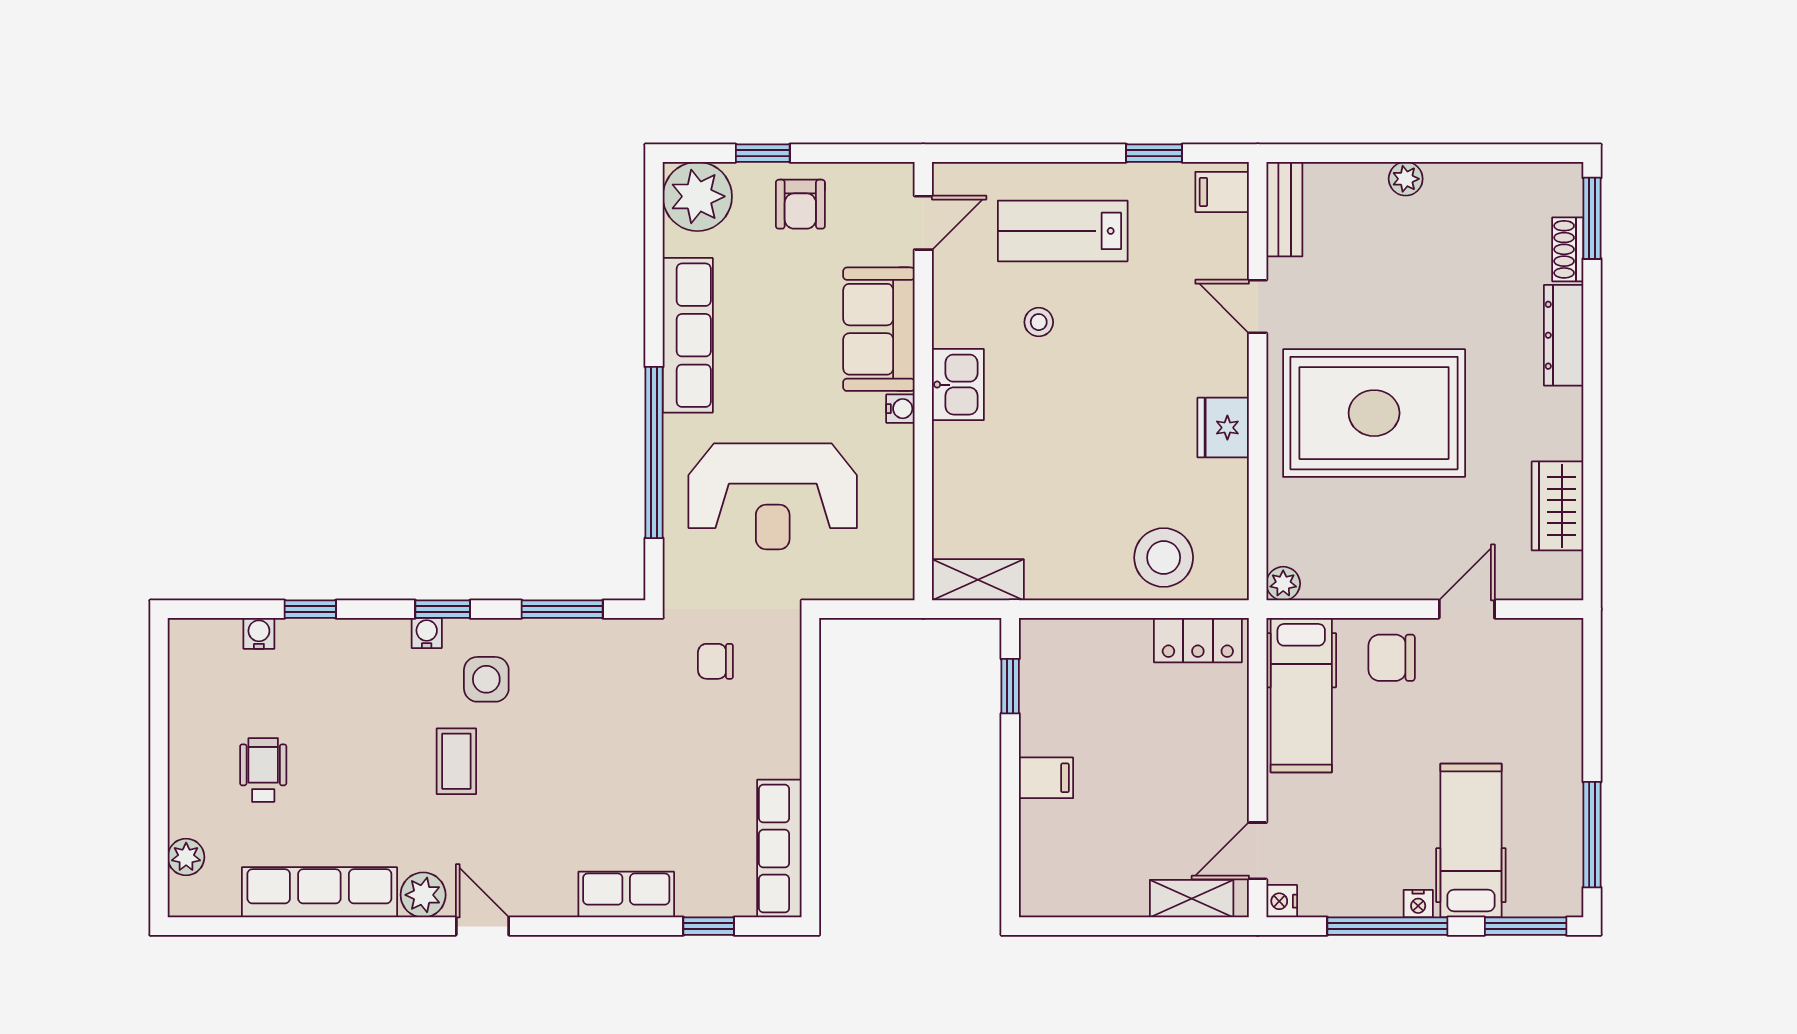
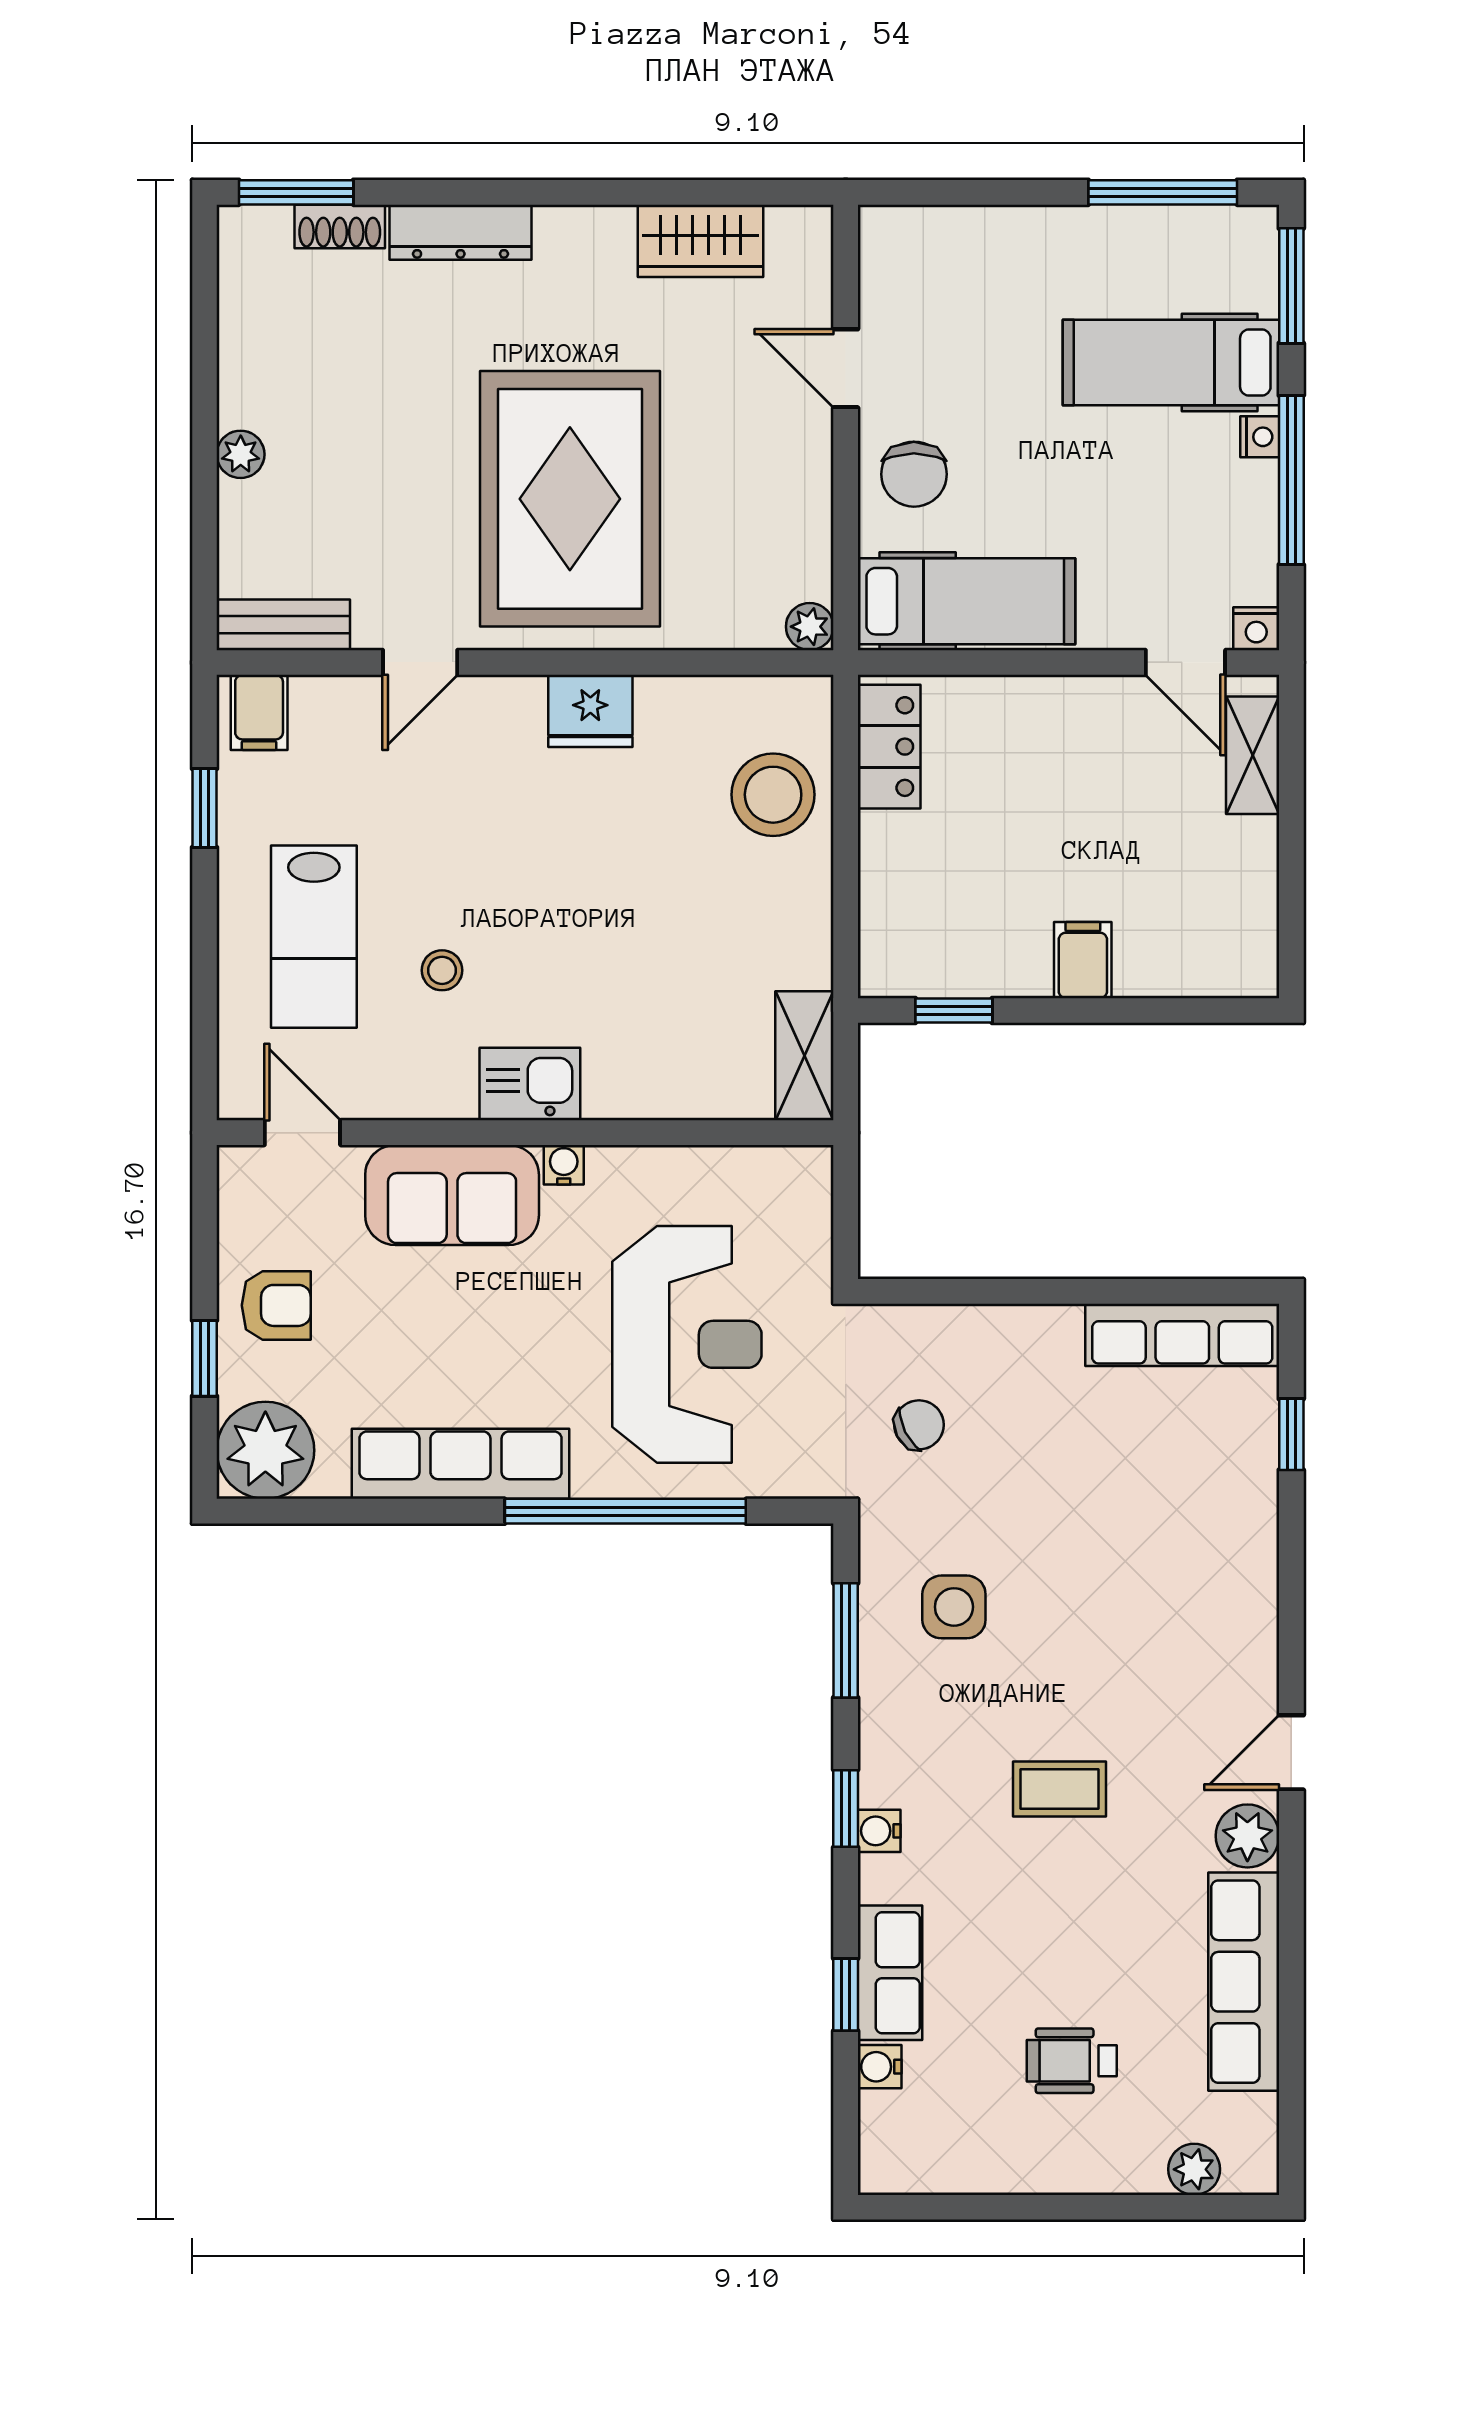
chair: (715, 661) -> (919, 1425), turned -117
side table: (486, 679) -> (954, 1607), moved
row of seats: (626, 895) -> (890, 1973), moved, turned 180

